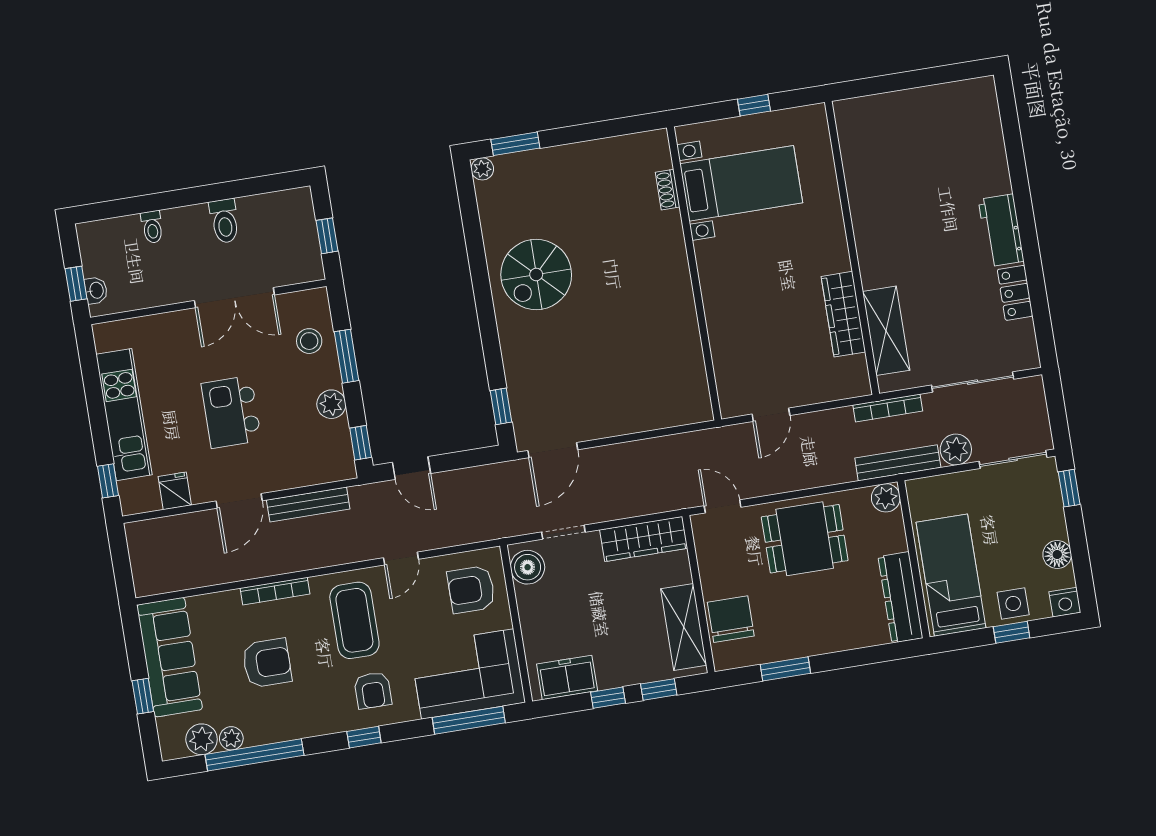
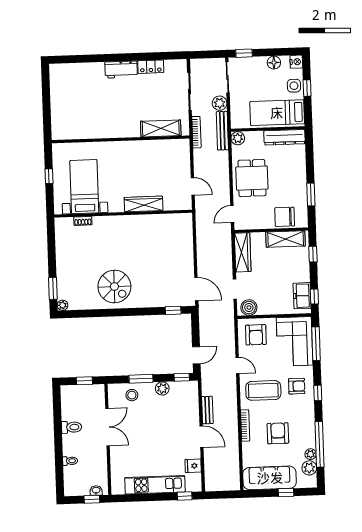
wardrobe: (843, 314) -> (144, 204), moved, turned 180
kitchen island: (231, 412) -> (160, 435), removed
bench: (308, 505) -> (207, 410), width x0.73
window: (608, 698) -> (314, 297), moved

